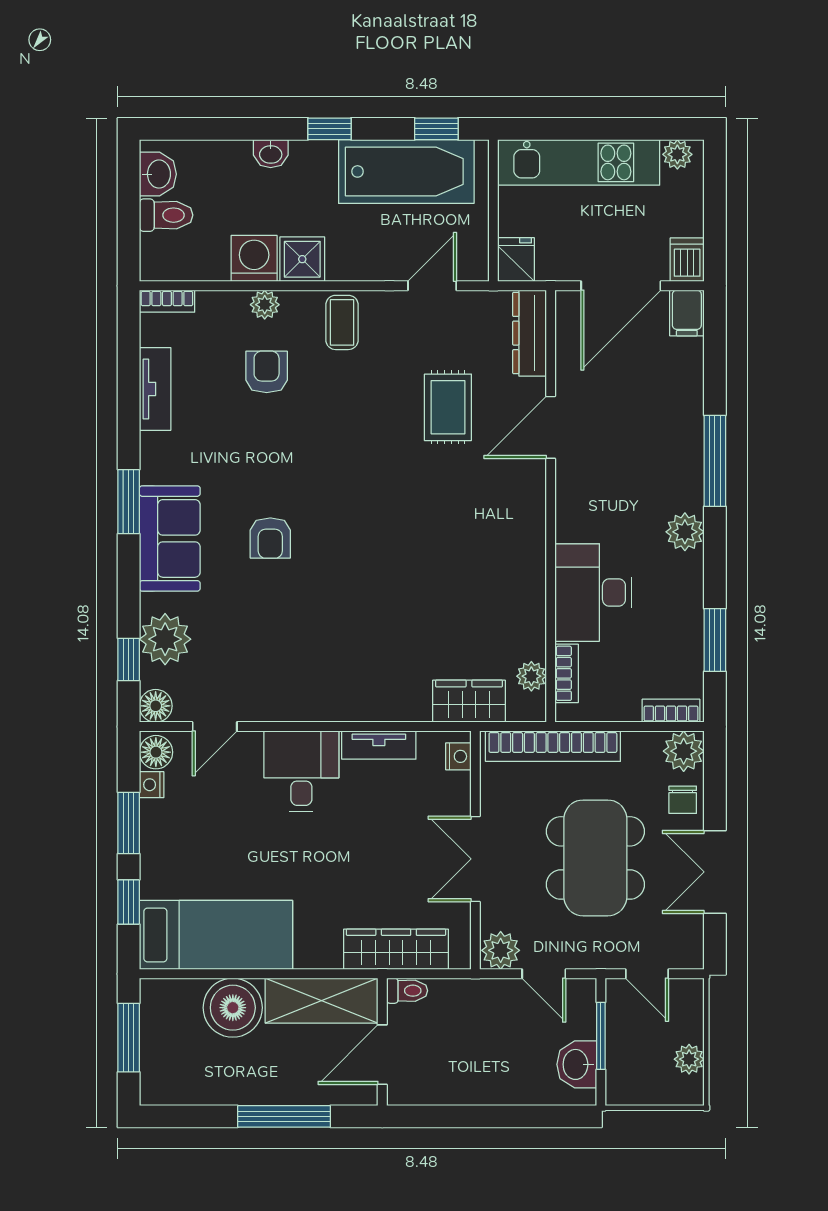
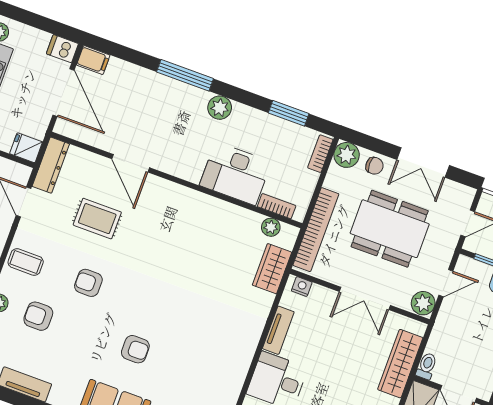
dresser: (530, 333) -> (51, 165), moved, turned -90
armchair: (345, 430) -> (88, 283), added

